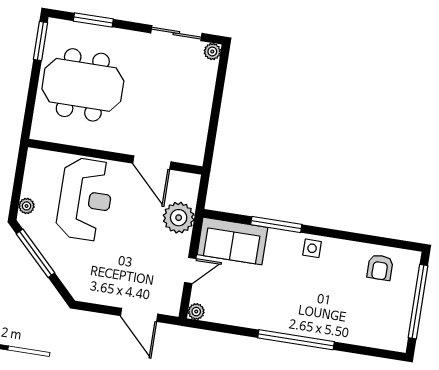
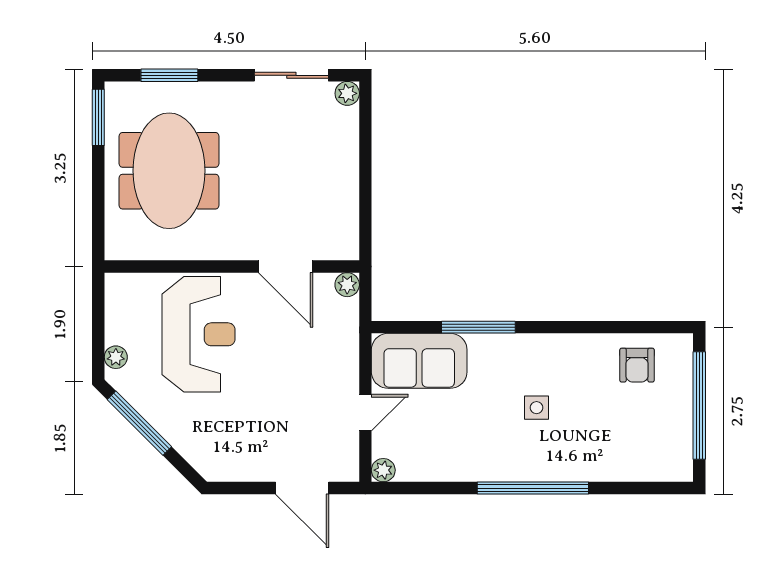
meeting table: (83, 85) -> (169, 171), turned 90
plant: (179, 218) -> (347, 285), moved, width x0.53, depth x0.53
side table: (312, 248) -> (537, 408), moved

